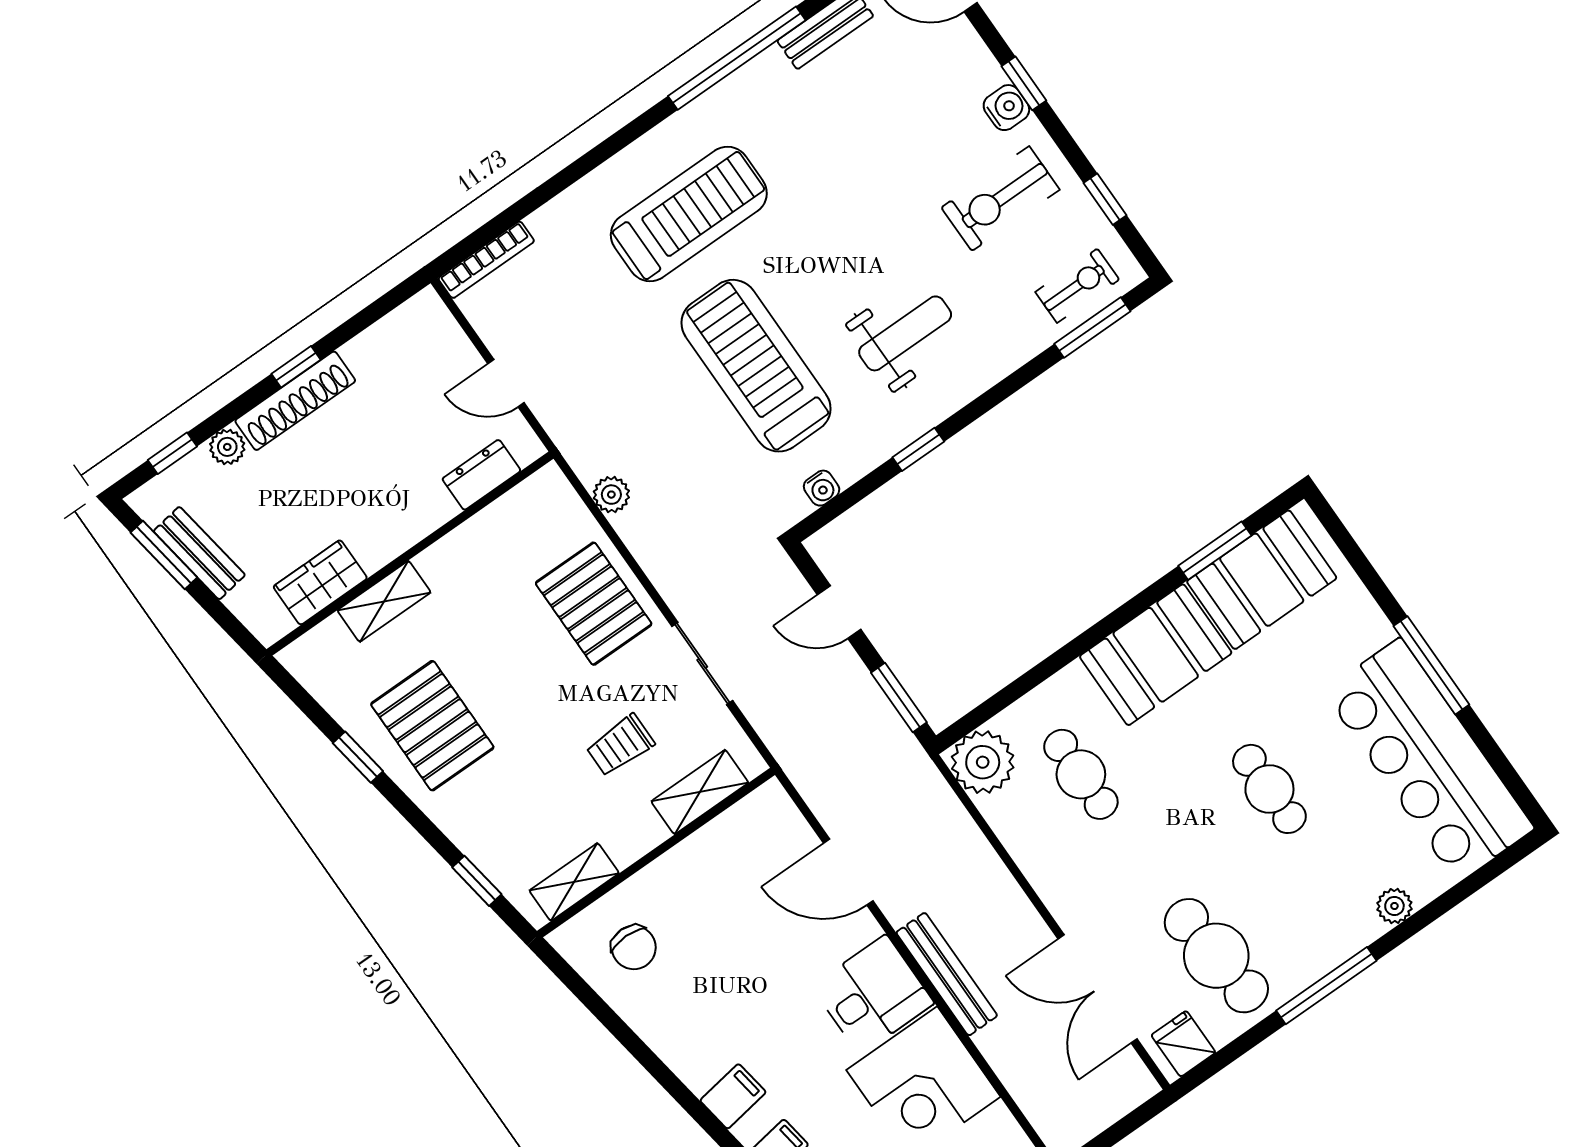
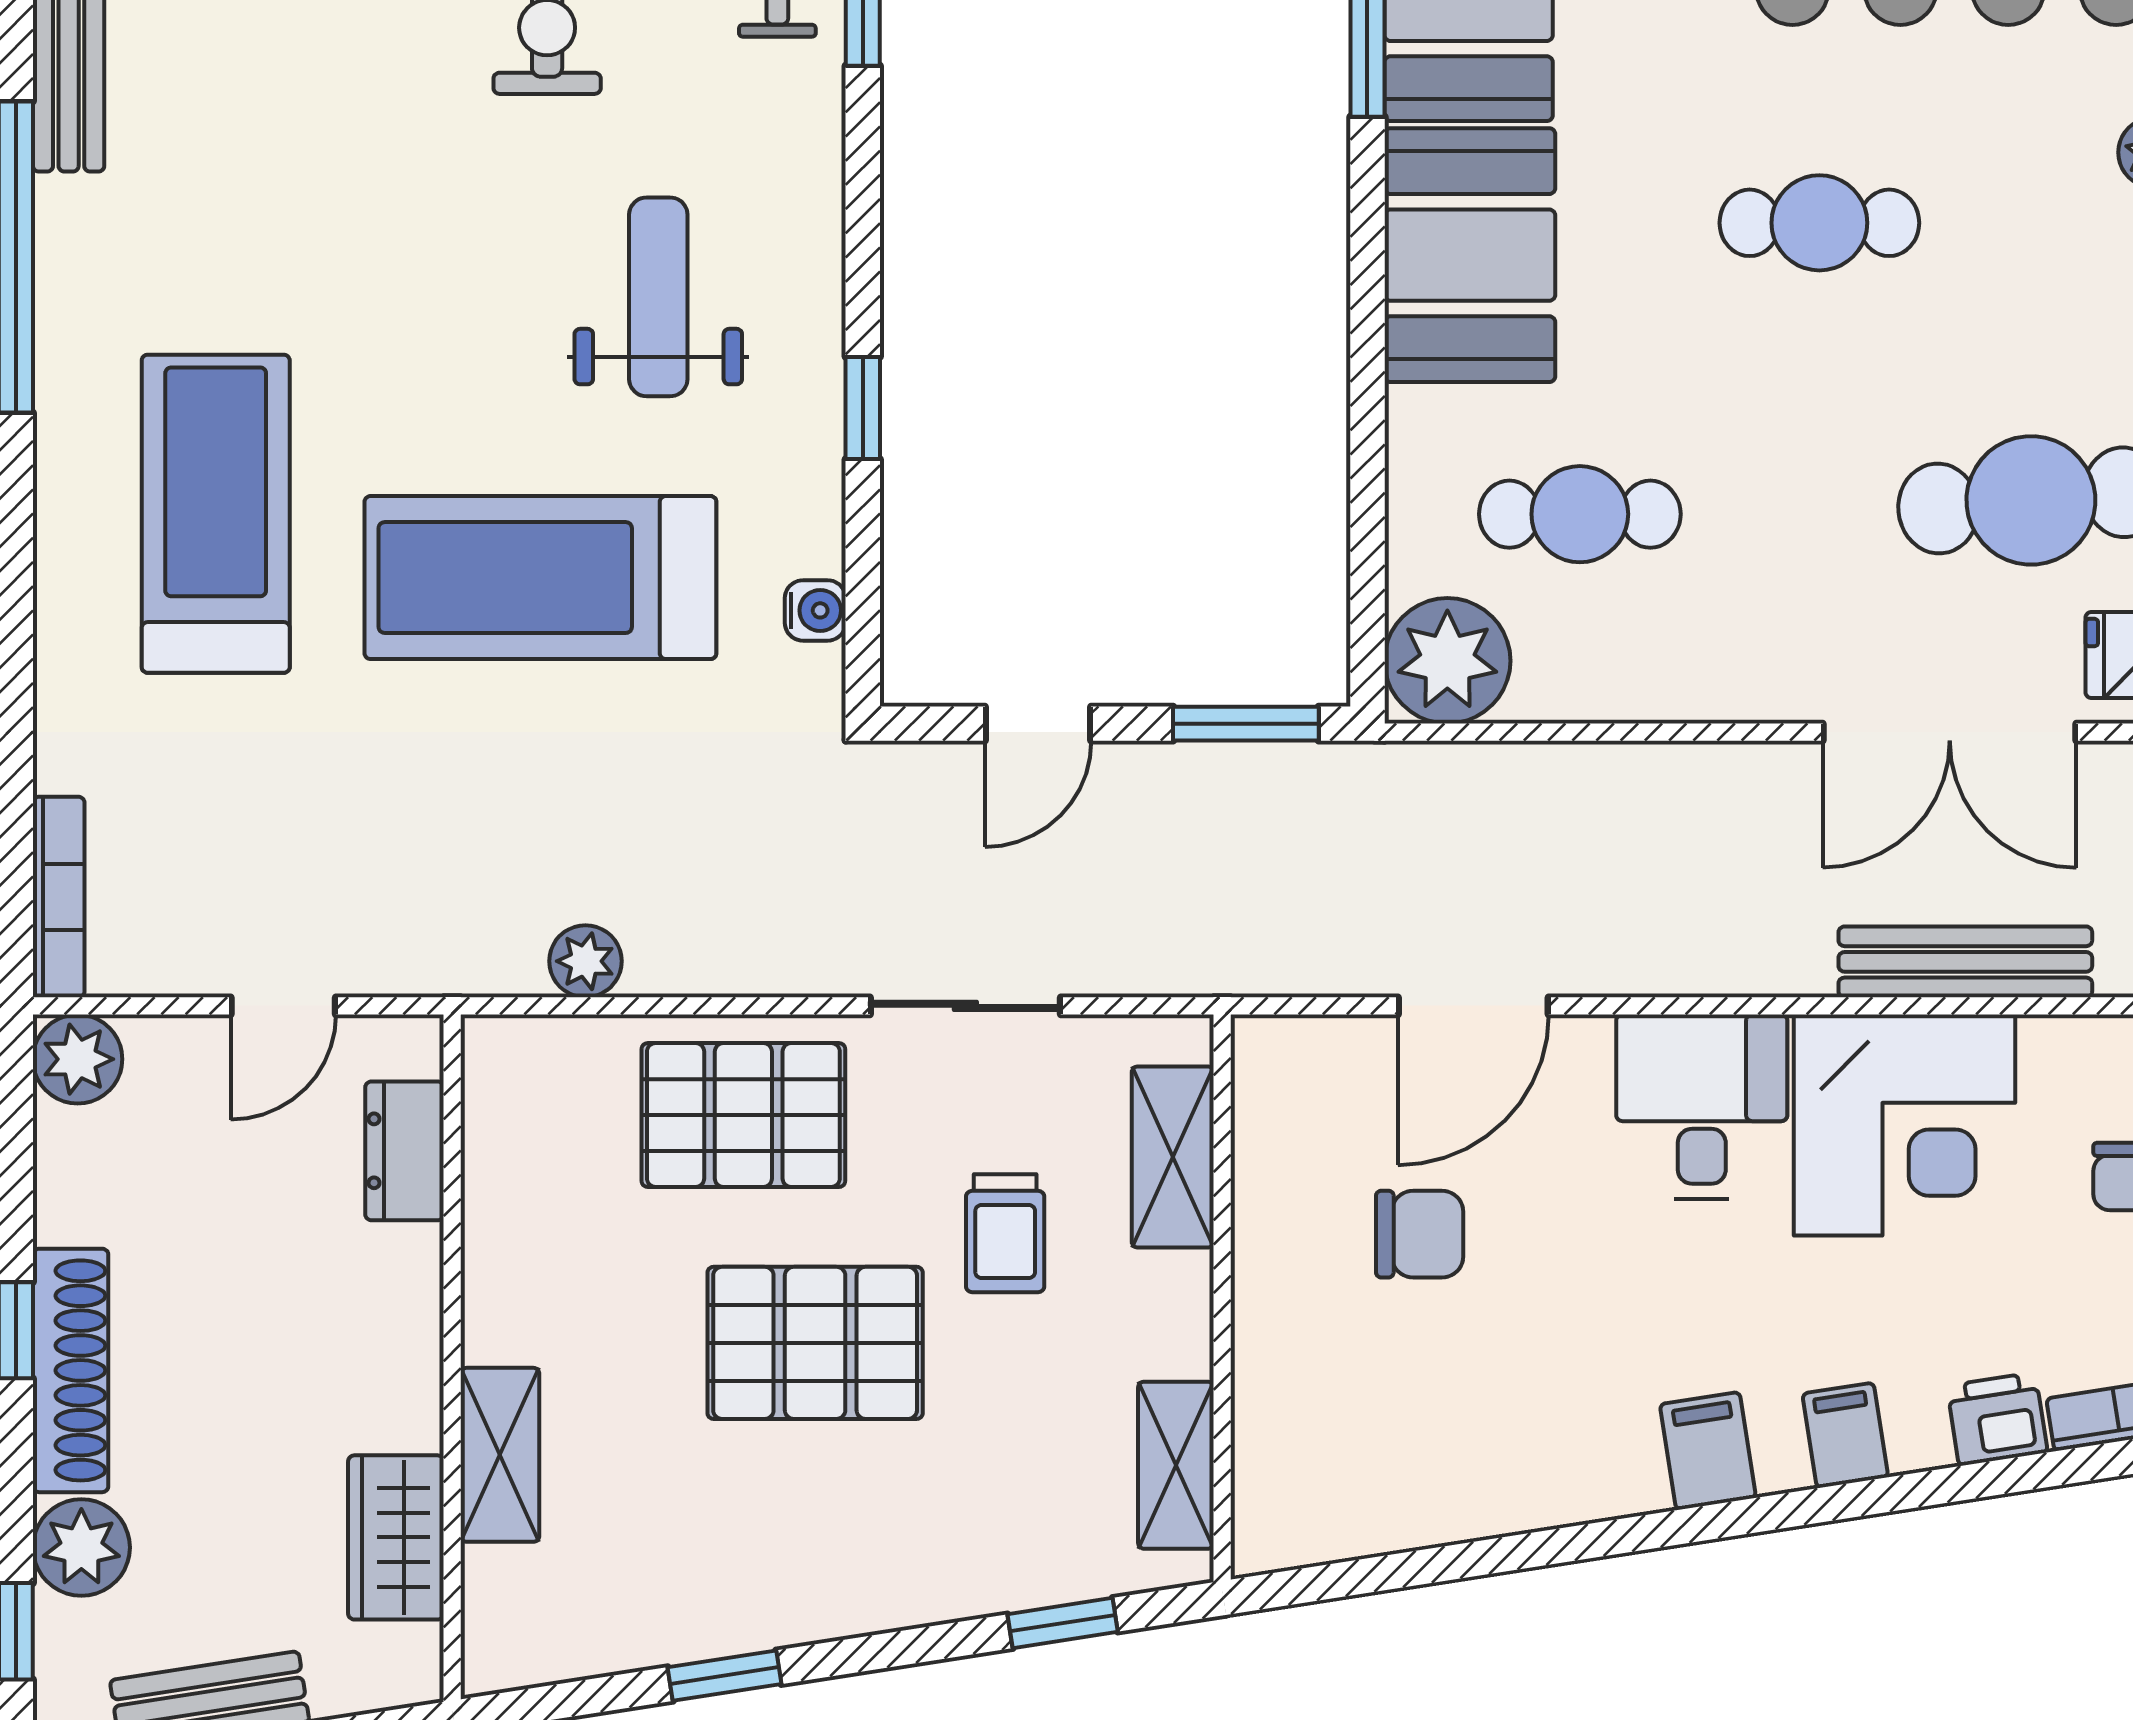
plant: (425, 314) -> (78, 1059), added
plant: (227, 447) -> (81, 1547), width x1.38, depth x1.38
pallet: (432, 726) -> (815, 1343), moved
chair: (634, 947) -> (1420, 1234), moved
bench: (947, 974) -> (1965, 962), moved

